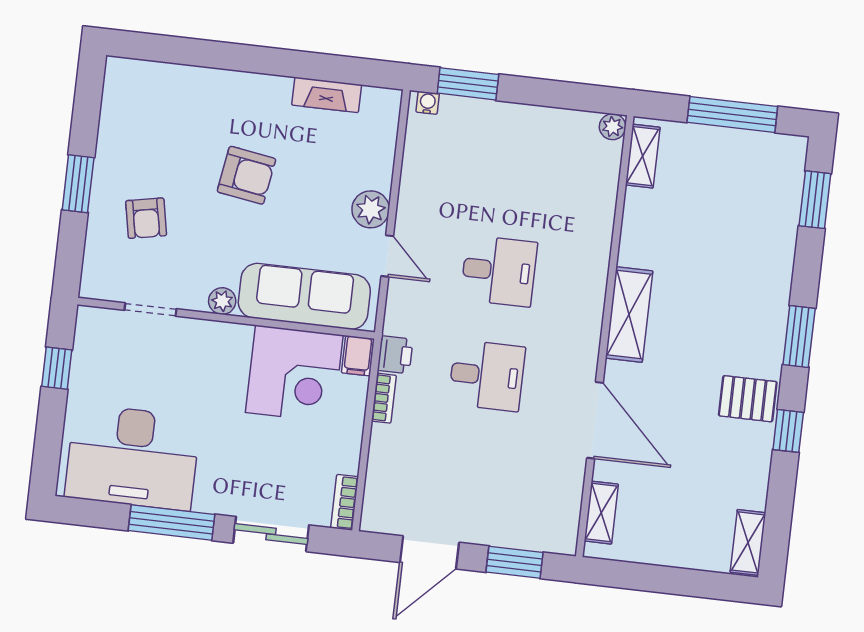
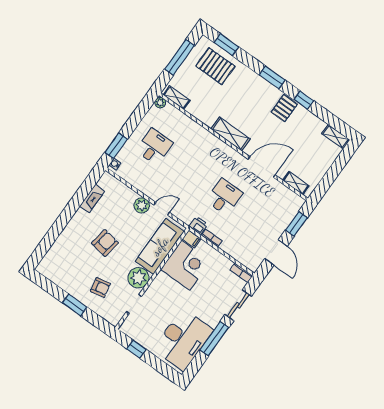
pallet: (756, 202) -> (215, 66), added
desk: (499, 271) -> (154, 147), moved
plant: (222, 301) -> (138, 278), width x1.88, depth x1.88

